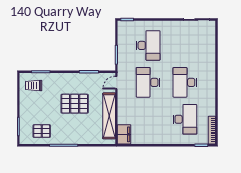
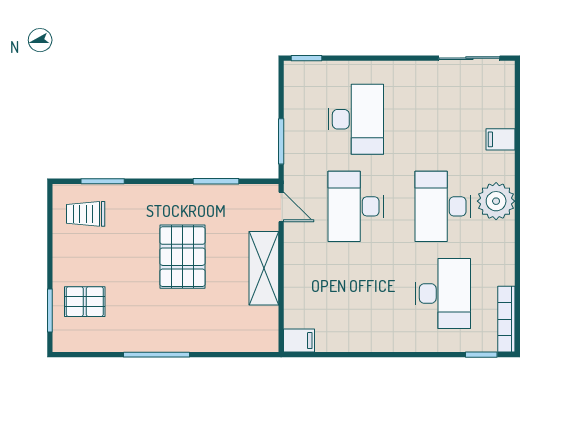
filing cabinet: (209, 54) -> (500, 139), added
plant: (208, 80) -> (496, 201), added
door: (116, 83) -> (281, 207), swing flipped
pallet: (75, 104) -> (182, 257), turned 90
shelving: (109, 116) -> (264, 268), width x0.68
pallet: (42, 131) -> (85, 302), moved
filing cabinet: (124, 134) -> (299, 341), width x0.50

